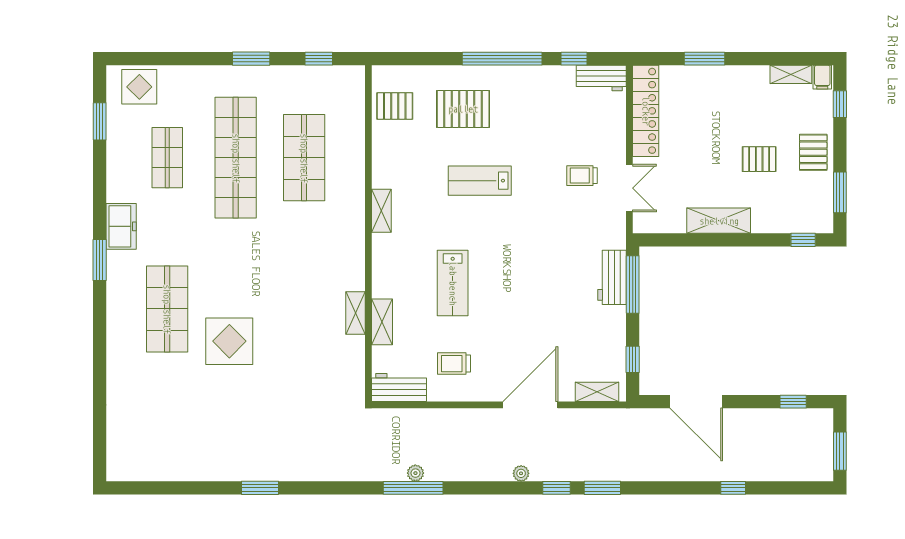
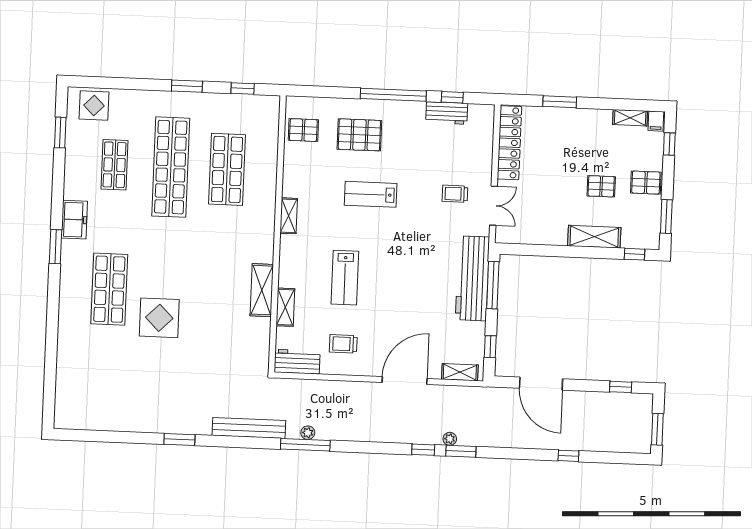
workbench: (601, 78) -> (447, 113), moved
pallet: (813, 152) -> (646, 183), turned 90
shelving: (719, 221) -> (594, 237), moved
workbench: (612, 277) -> (472, 278), width x1.88, depth x1.32
shelving: (356, 313) -> (262, 290), width x1.50, depth x1.33
bench: (344, 470) -> (249, 428), added
plant: (521, 473) -> (450, 439), moved

